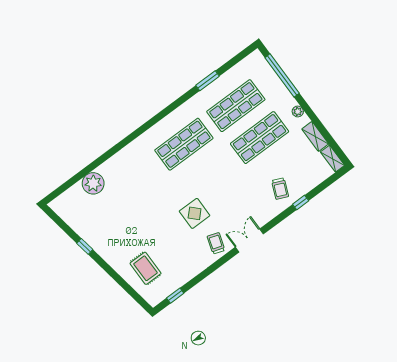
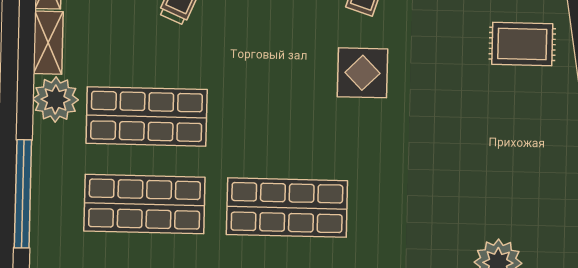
plant: (298, 111) -> (56, 99), width x1.88, depth x1.88
rug: (146, 268) -> (522, 44), turned 90

